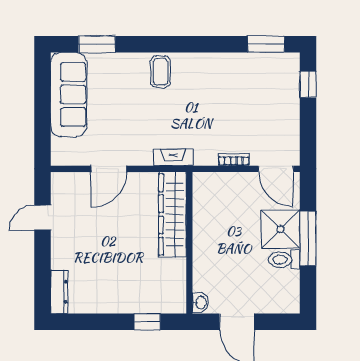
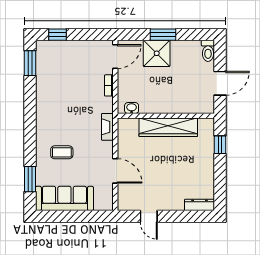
coffee table: (160, 72) -> (62, 152), moved
wardrobe: (173, 214) -> (168, 127), moved
window: (308, 239) -> (163, 35), width x0.69
toilet: (284, 260) -> (208, 51), moved
washbasin: (201, 303) -> (132, 108), moved

